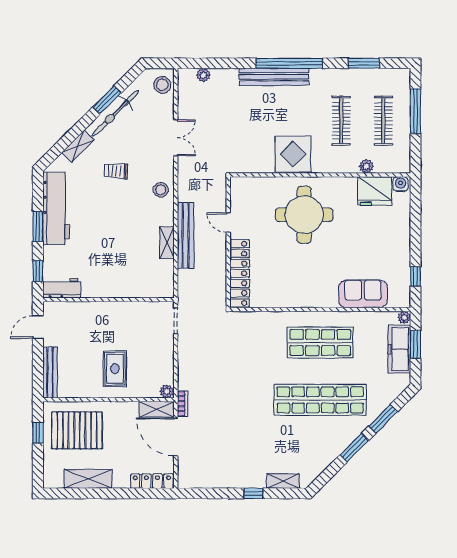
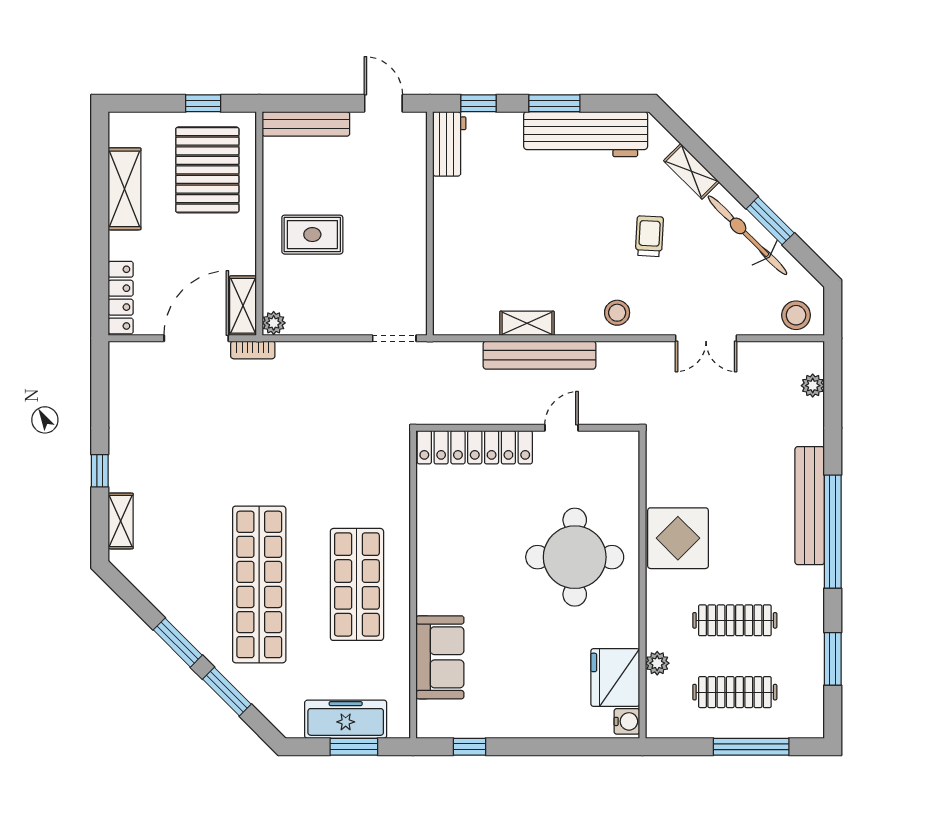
plant: (404, 317) -> (400, 728), removed

